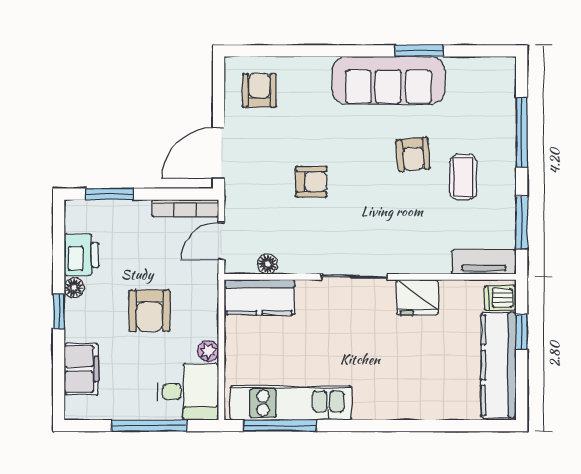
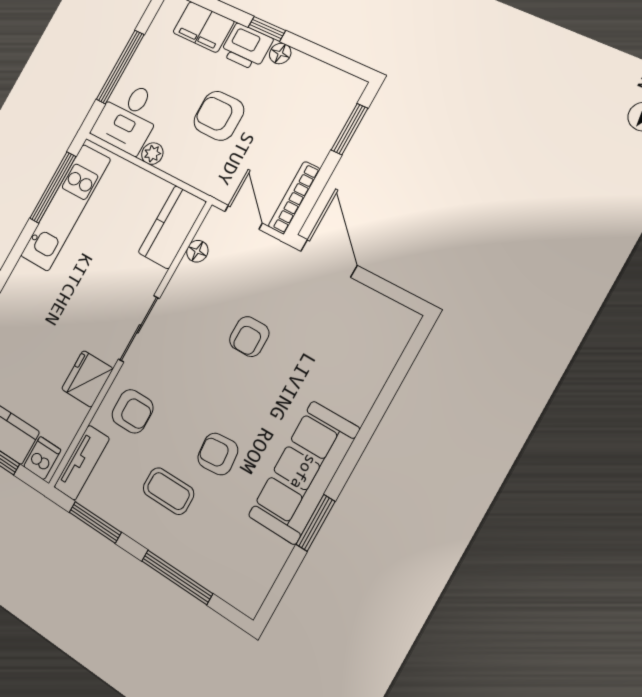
armchair: (259, 90) -> (132, 411), moved
printer: (81, 255) -> (246, 47), moved

